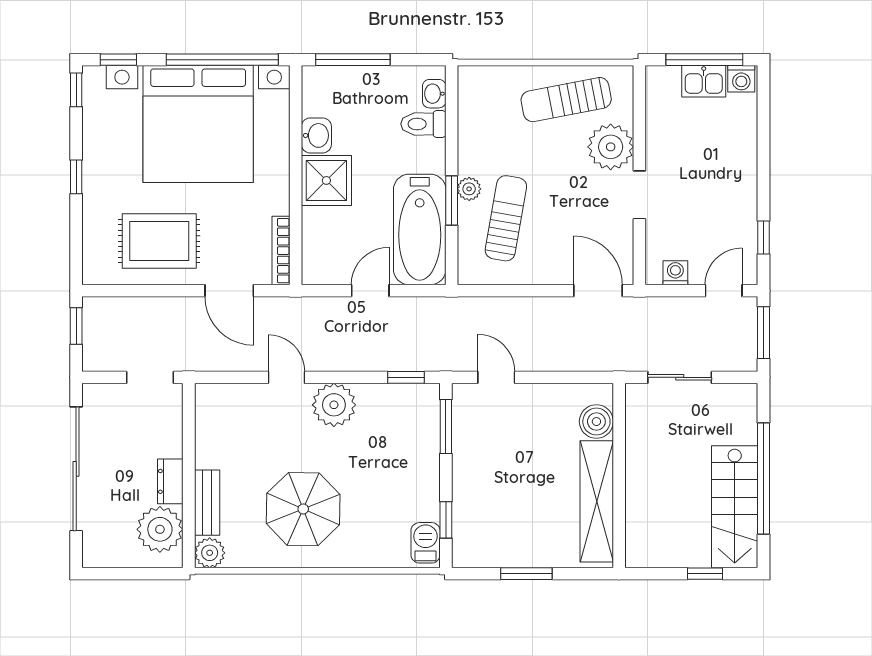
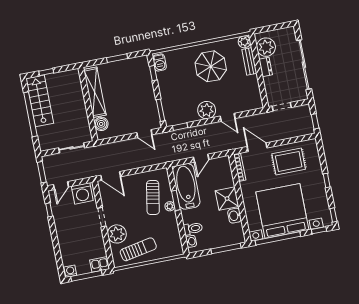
kitchen sink: (704, 81) -> (100, 264), moved
washing machine: (675, 273) -> (82, 193), width x1.89, depth x1.89

